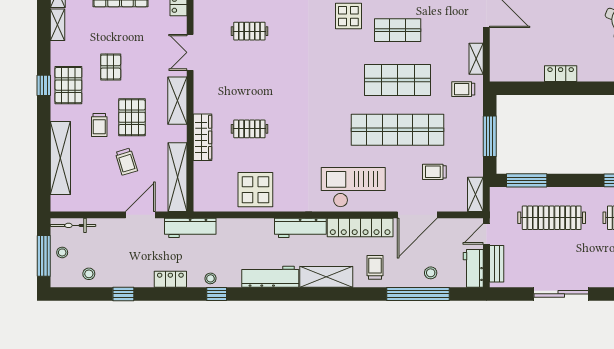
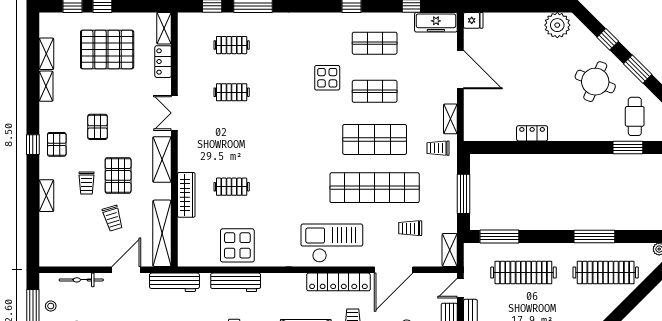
pallet: (68, 85) -> (57, 144), width x0.67, depth x0.71
shelving: (60, 158) -> (46, 196), width x0.45, depth x0.75
bicycle: (73, 225) -> (81, 280), moved
workbench: (300, 228) -> (236, 282), moved

